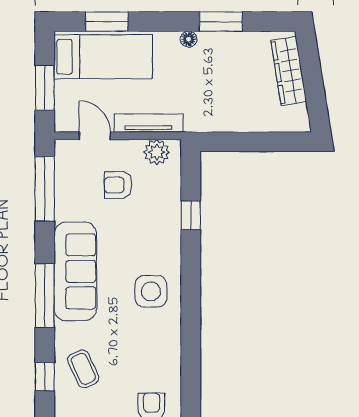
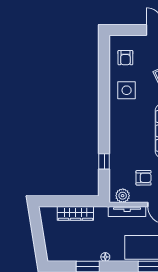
wardrobe: (289, 71) -> (75, 213), moved, turned 99
side table: (151, 291) -> (127, 90), moved

